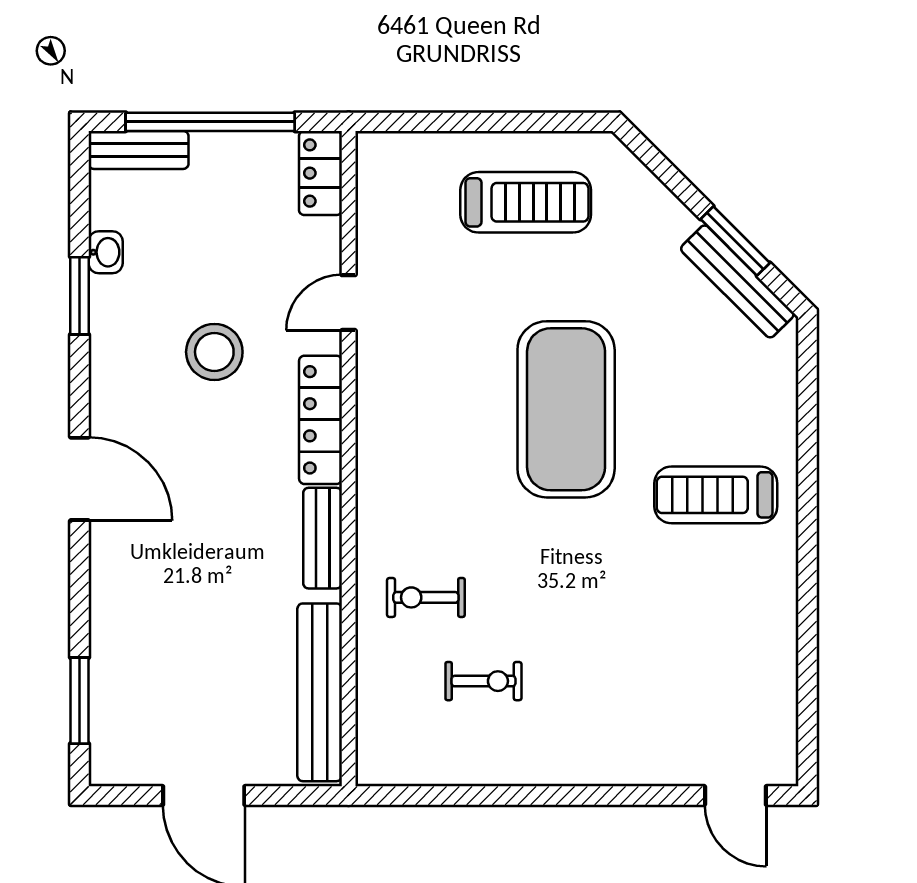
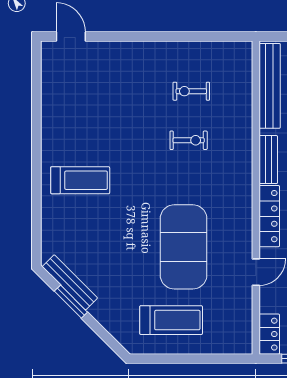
treadmill: (526, 202) -> (171, 320), turned 180
exercise mat: (566, 409) -> (184, 247), moved
exercise bike: (426, 597) -> (189, 140), moved

